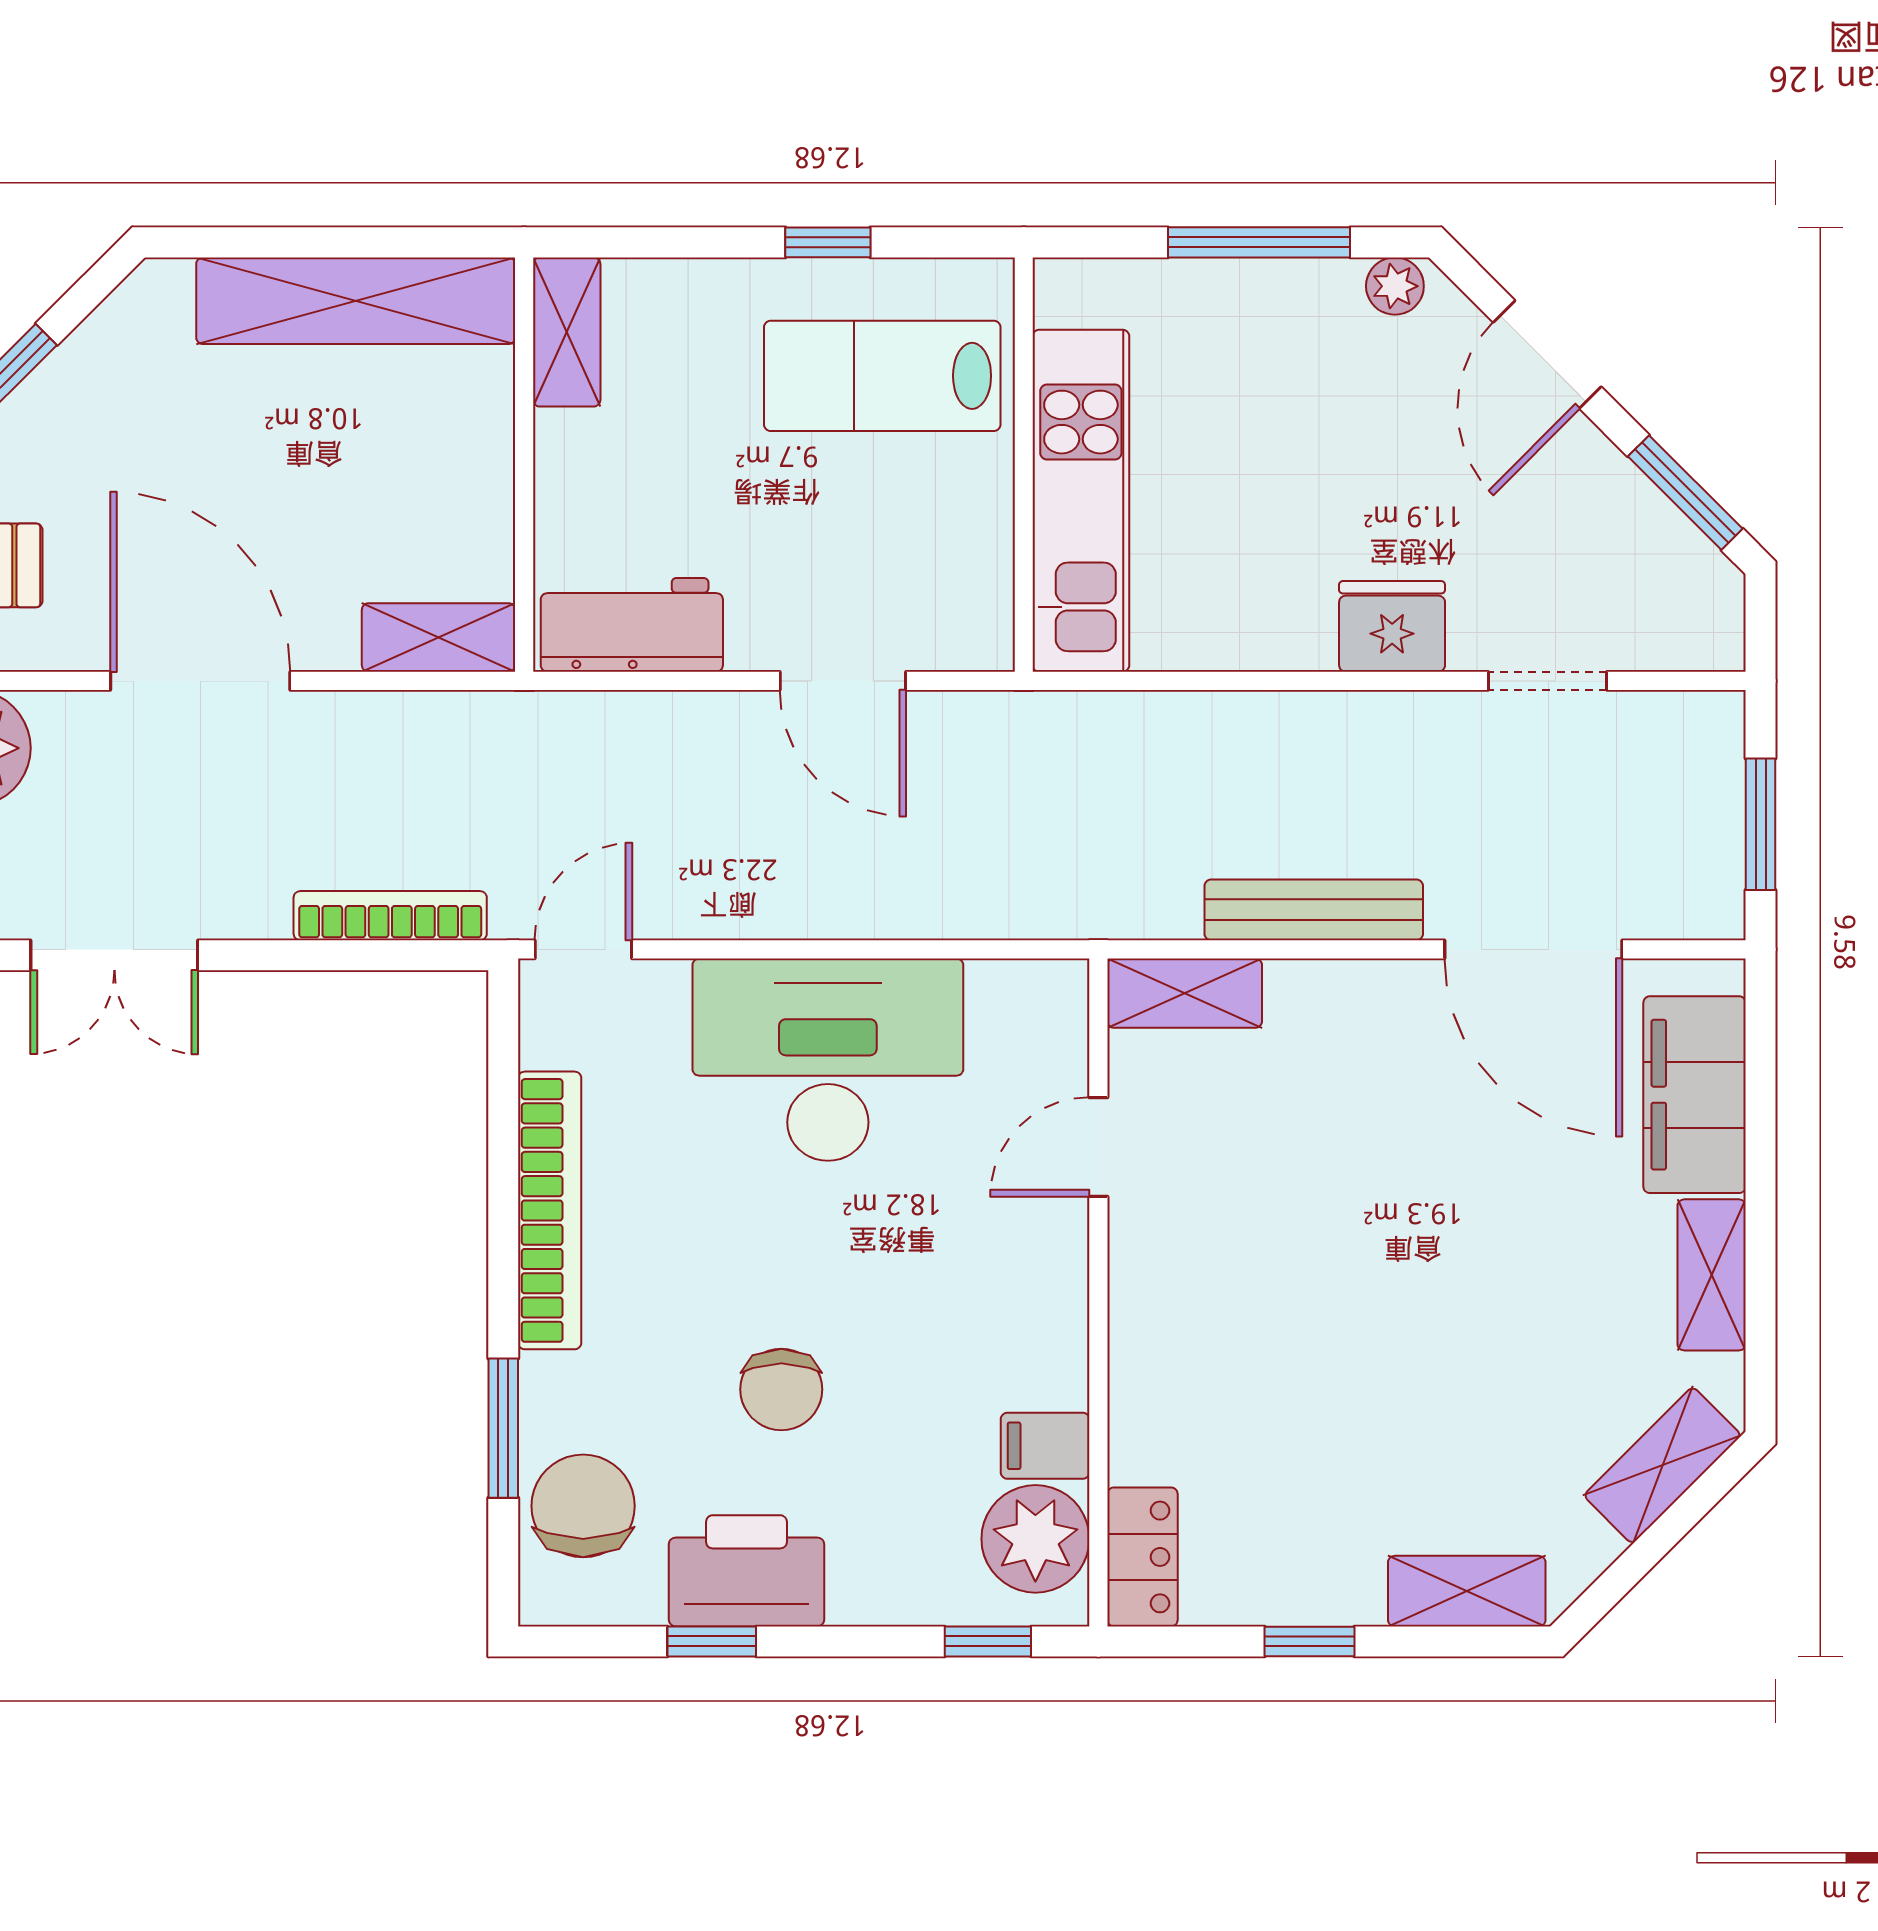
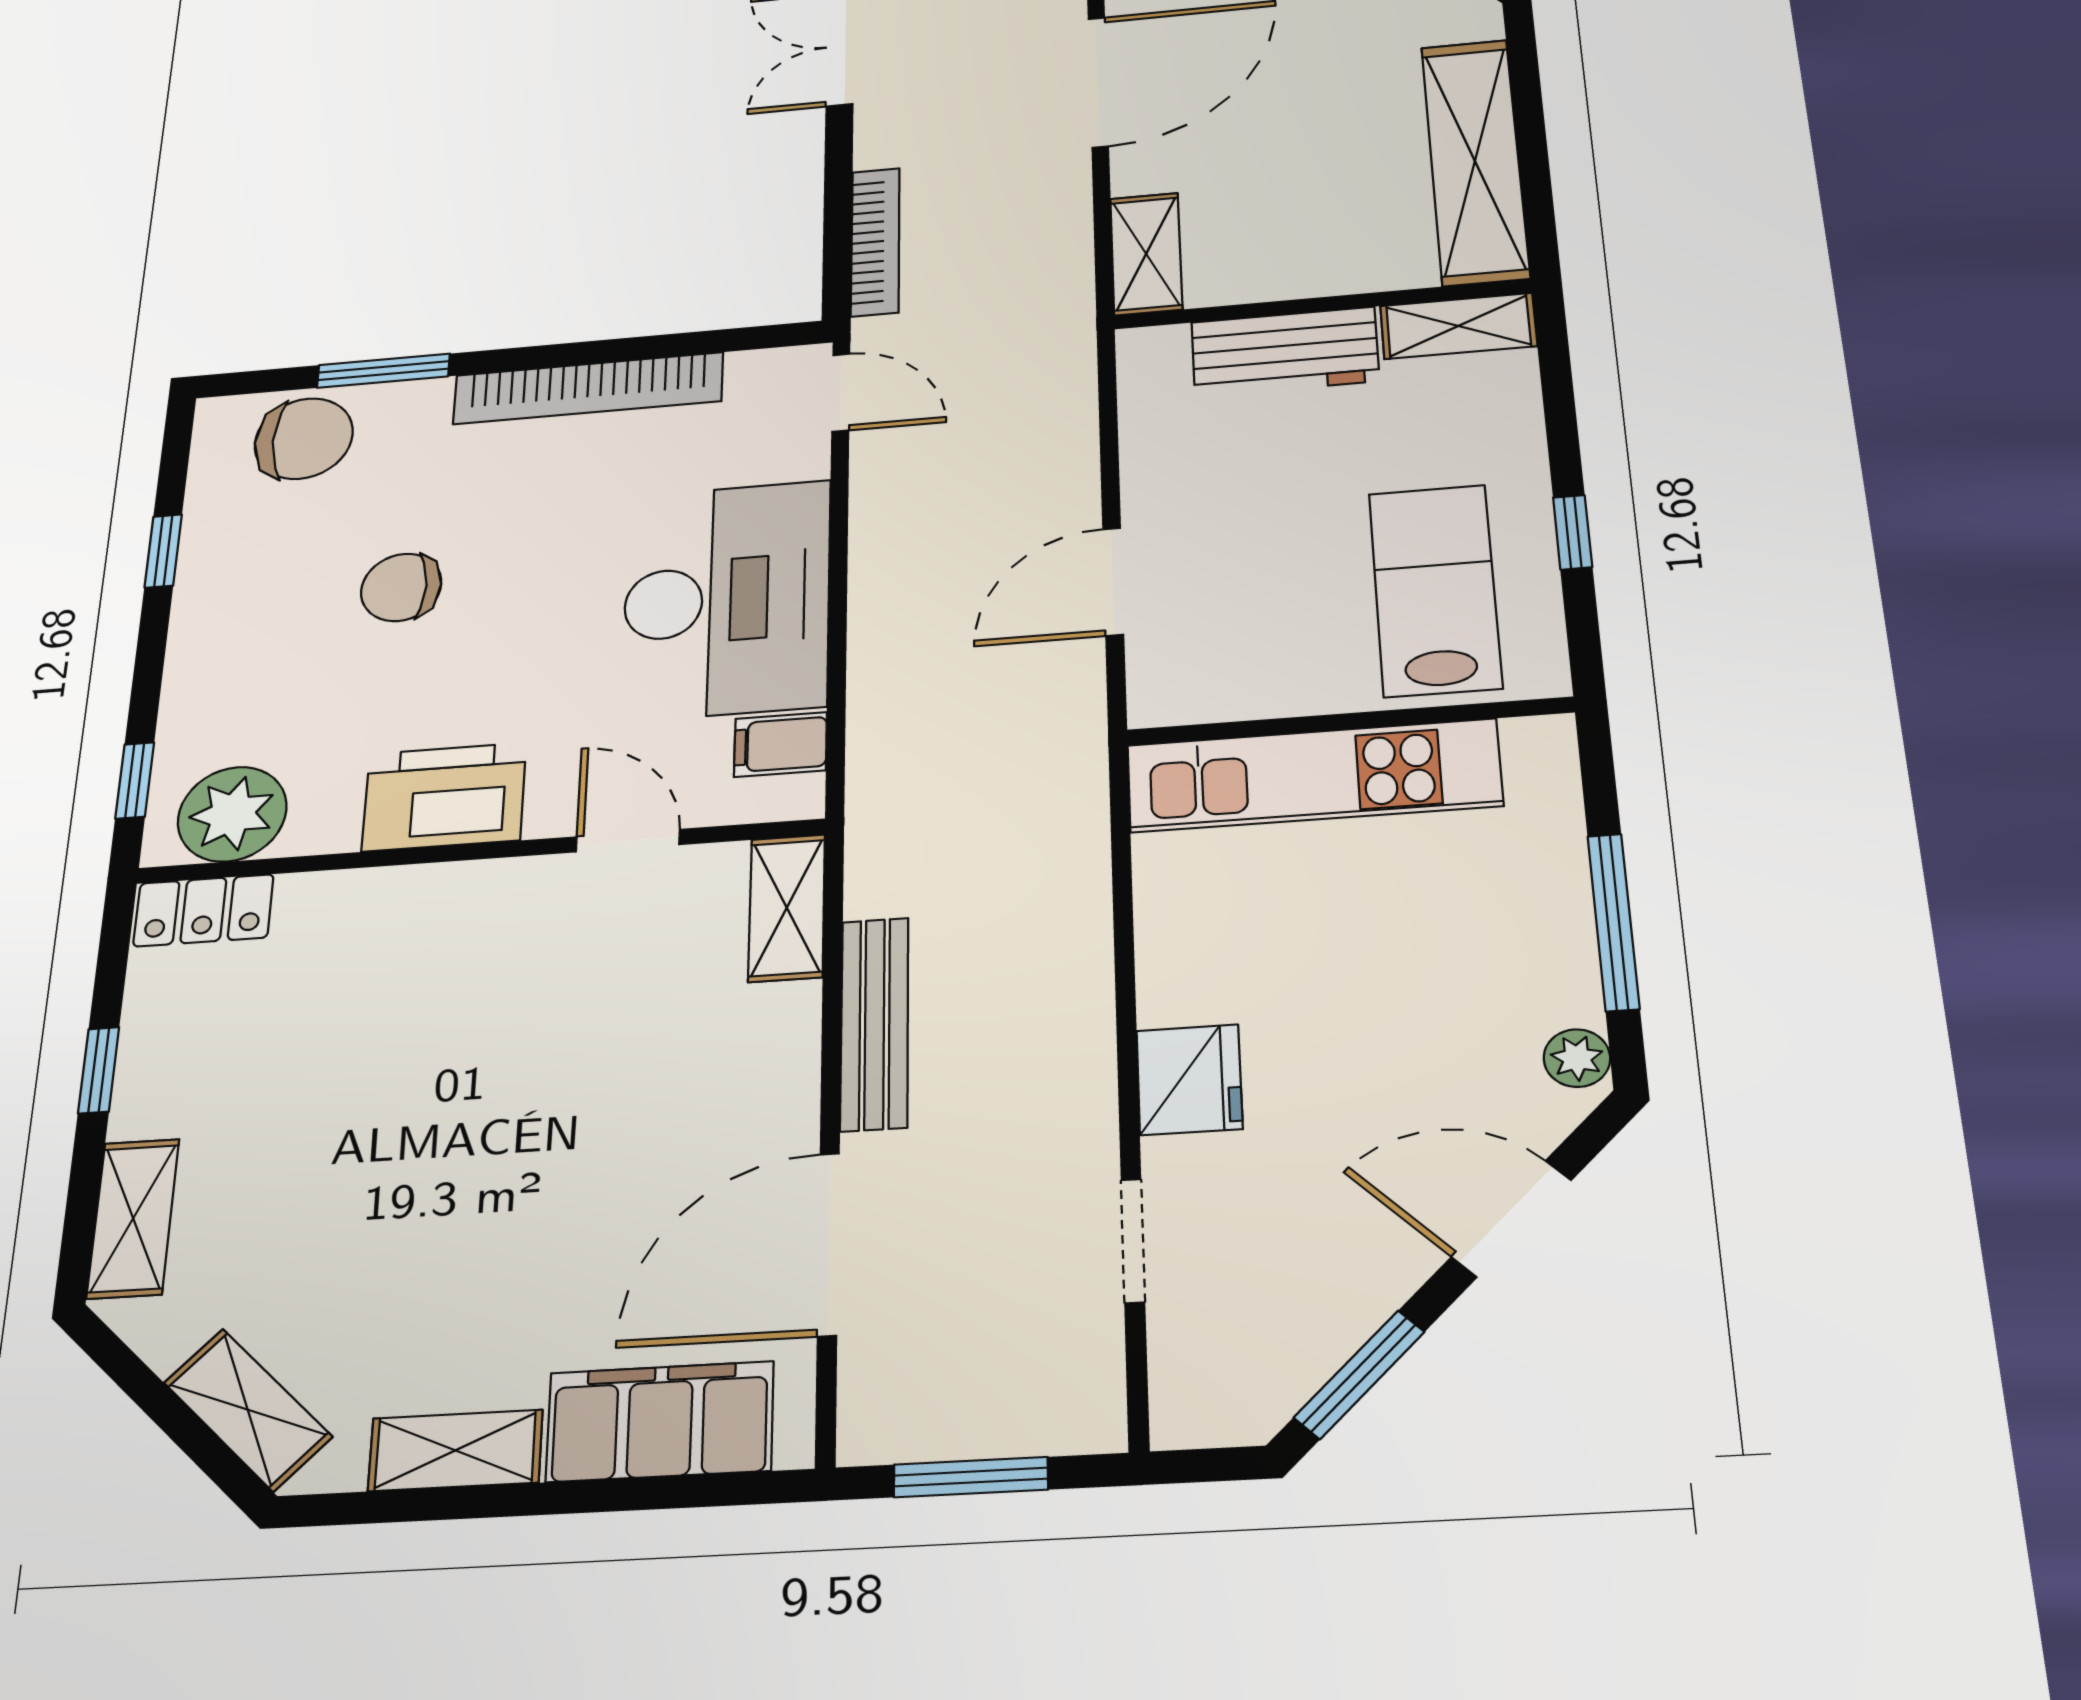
workbench: (632, 625) -> (1285, 352), moved, turned 90
filing cabinet: (1045, 1446) -> (781, 745), moved, turned -90
printer: (746, 1571) -> (444, 797), moved, turned -90

